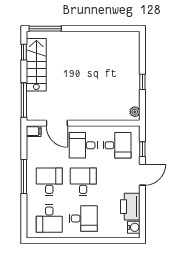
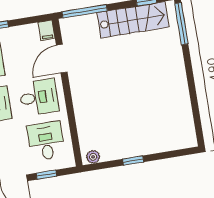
desk: (83, 145) -> (39, 97), turned 90
desk: (117, 145) -> (46, 141), turned 180

